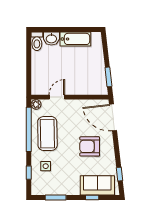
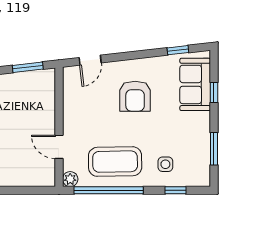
door: (113, 117) -> (90, 60), width x0.53

